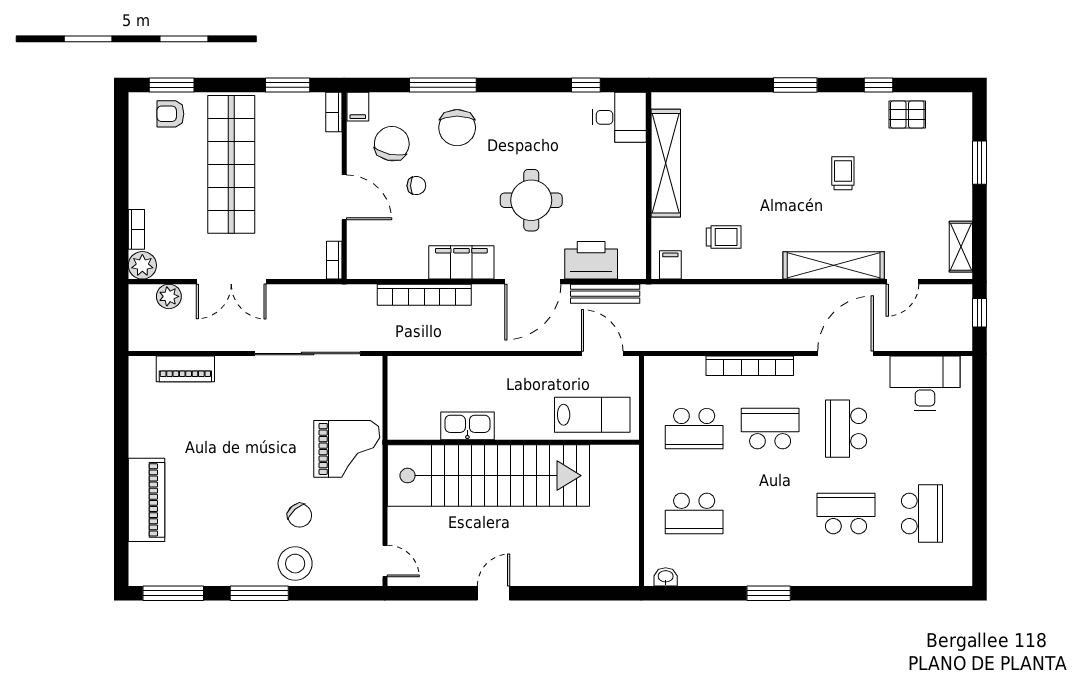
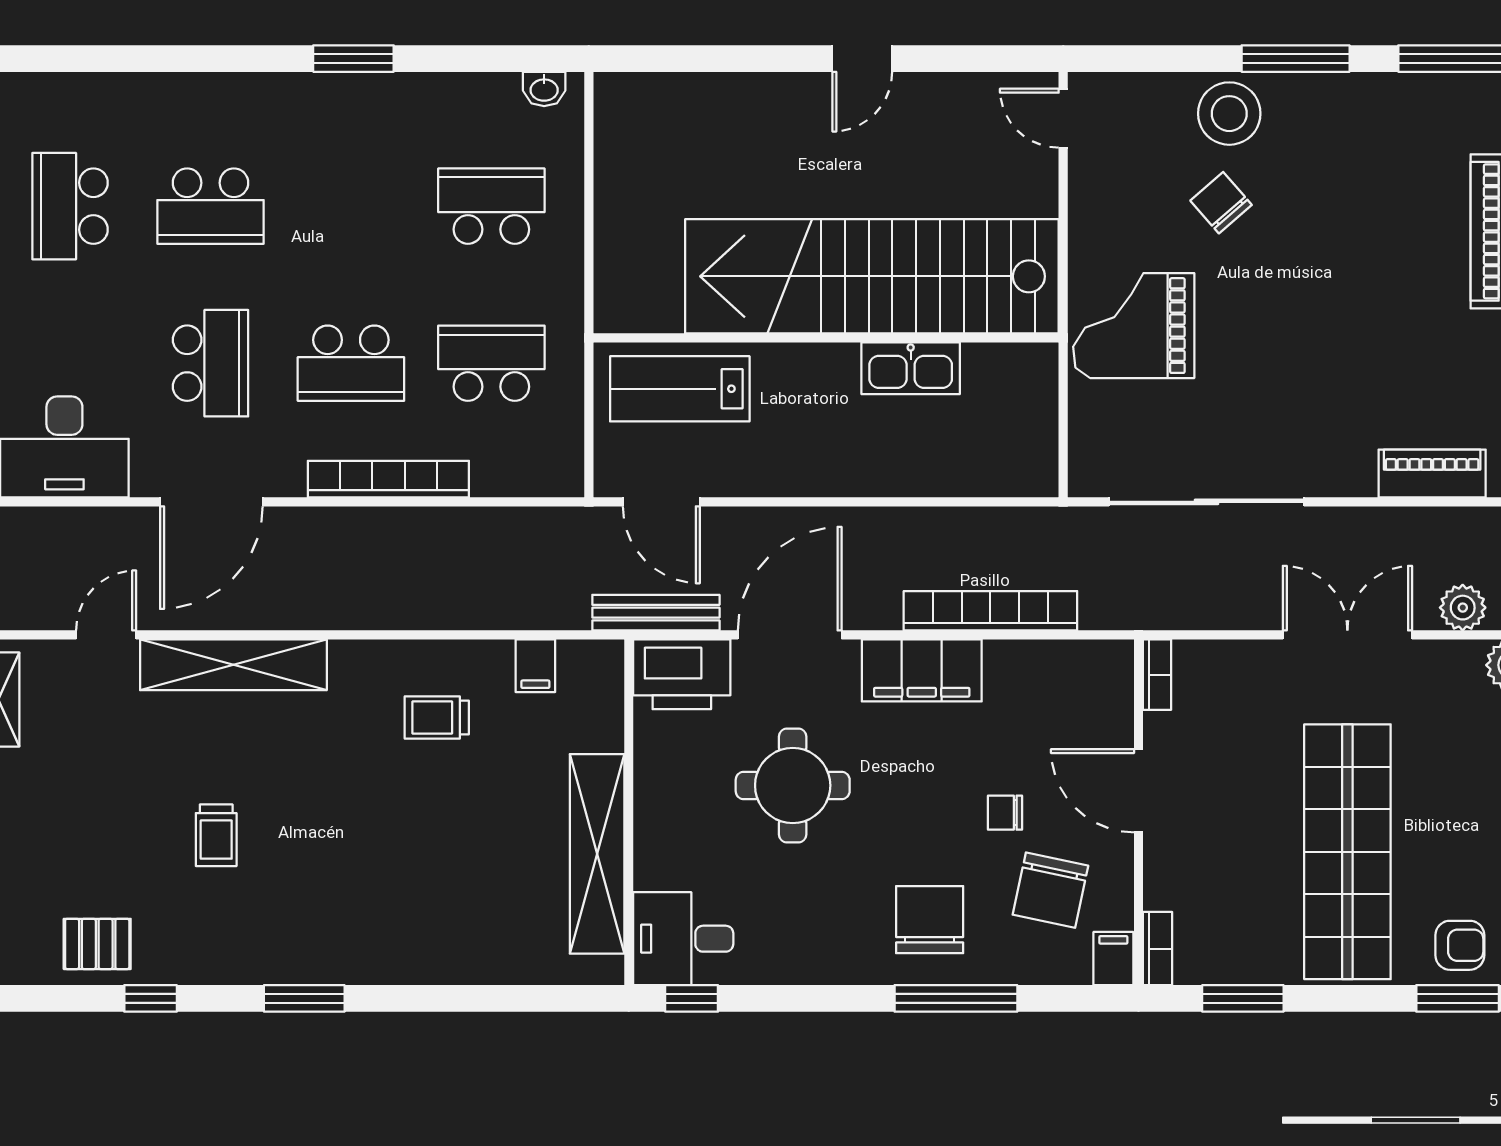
desk: (619, 117) -> (683, 939), moved
shelving: (666, 163) -> (597, 854), moved
wall: (649, 186) -> (629, 812), moved

